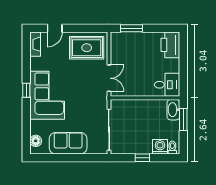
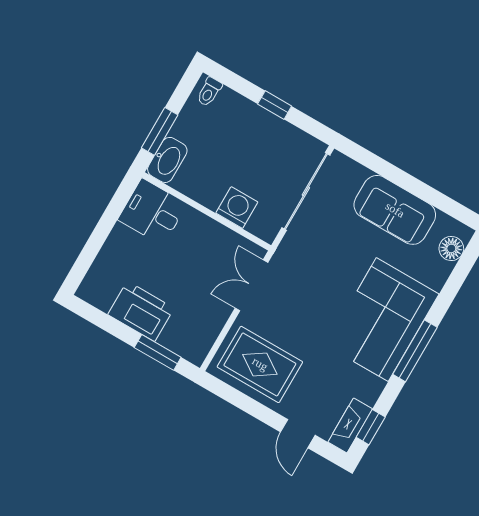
door: (55, 28) -> (298, 434), swing flipped
printer: (170, 45) -> (141, 311), moved, turned -90
window: (26, 48) -> (371, 427), added
window: (26, 90) -> (415, 351), width x2.17
washing machine: (160, 147) -> (237, 208), moved, turned 180

